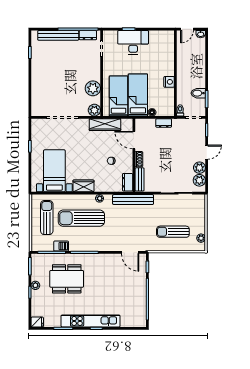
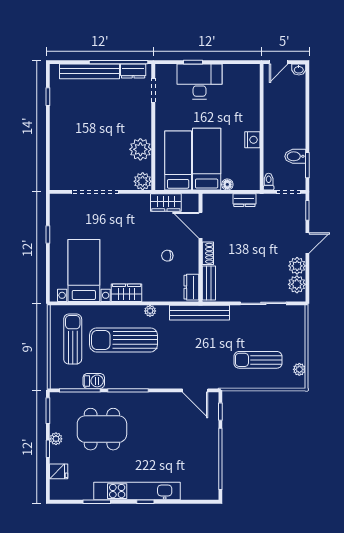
wardrobe: (105, 125) -> (166, 203), width x0.67
fridge: (37, 322) -> (59, 471), moved

